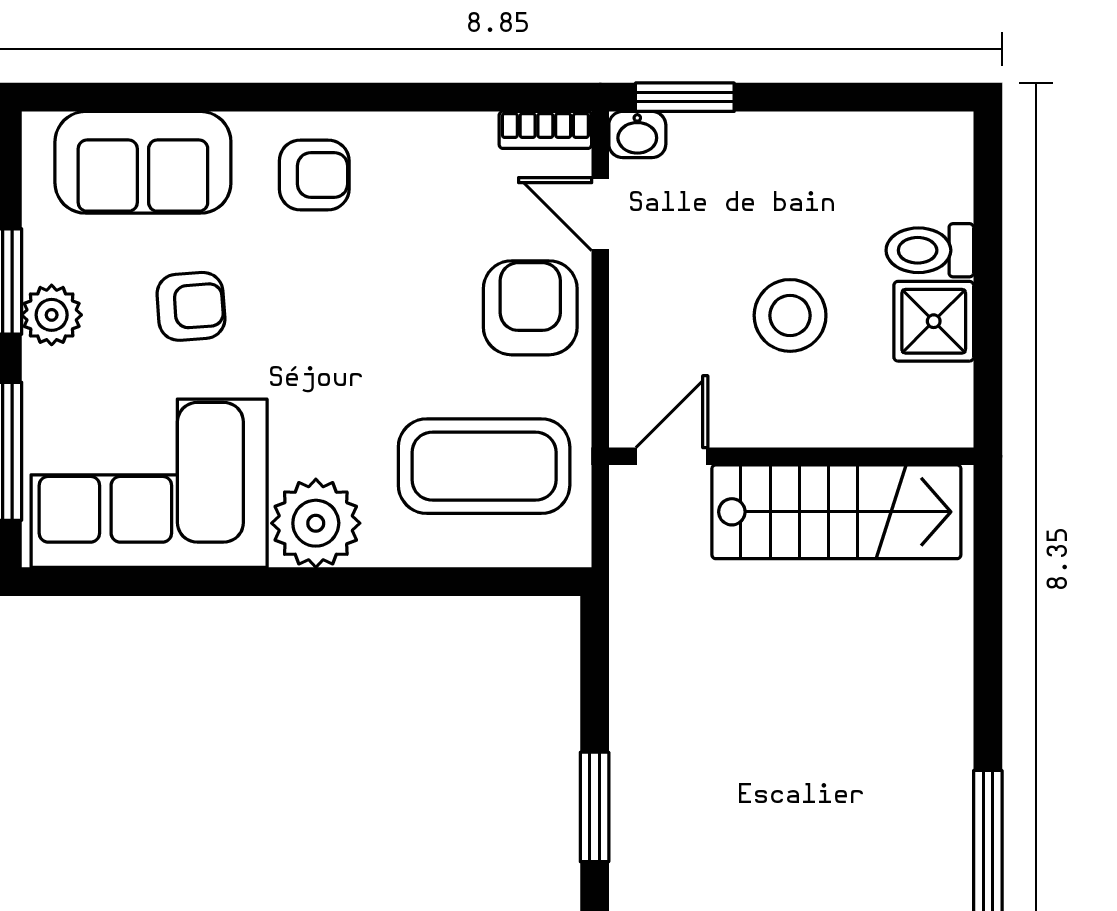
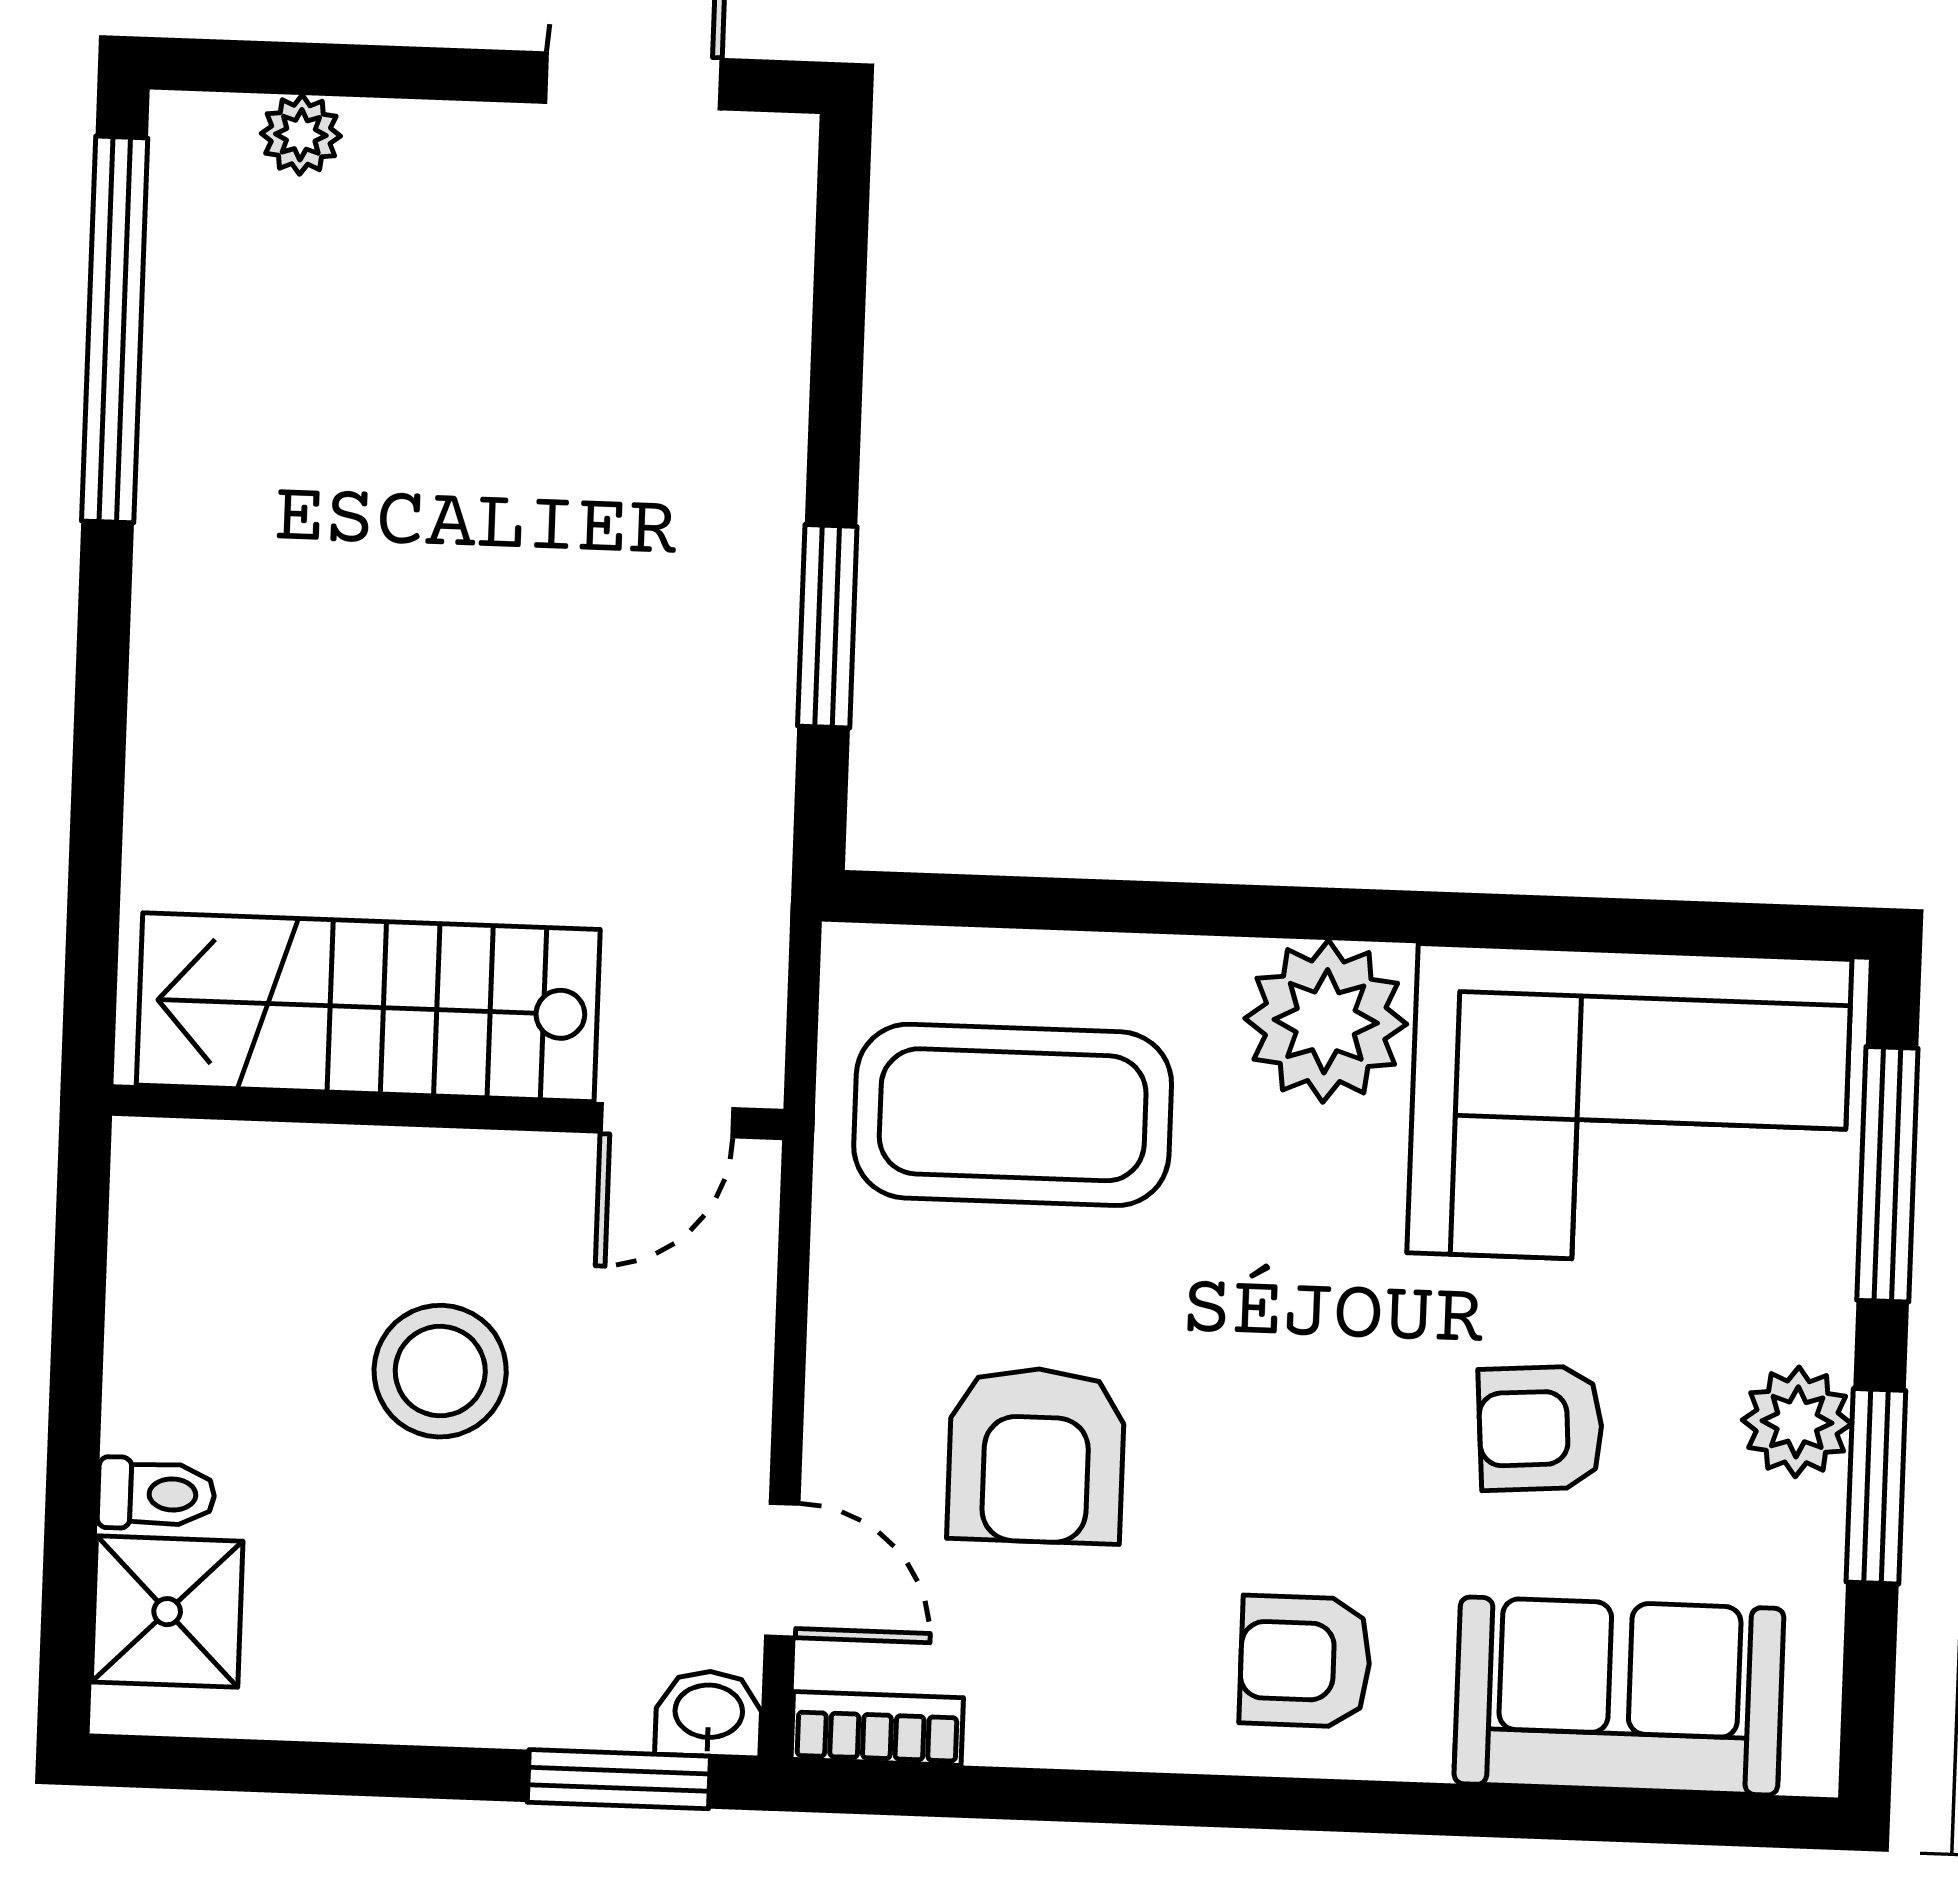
toilet: (930, 250) -> (156, 1494), width x0.73, depth x0.72
armchair: (530, 308) -> (1036, 1455), moved
shower: (934, 321) -> (167, 1612), moved
window: (595, 807) -> (827, 626), moved

